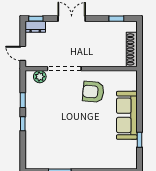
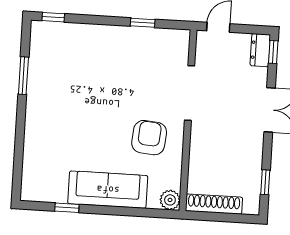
plant: (40, 77) -> (170, 200), moved
window: (23, 124) -> (53, 17), moved

